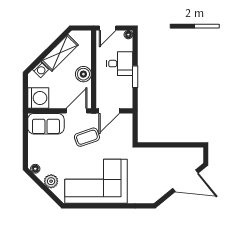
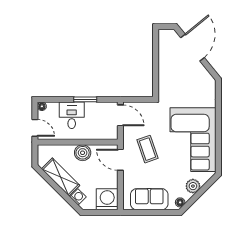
door: (109, 111) -> (120, 115), moved
sofa: (46, 124) -> (149, 199), moved, turned -90

